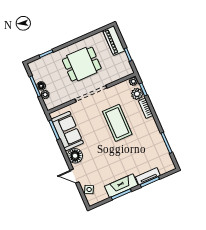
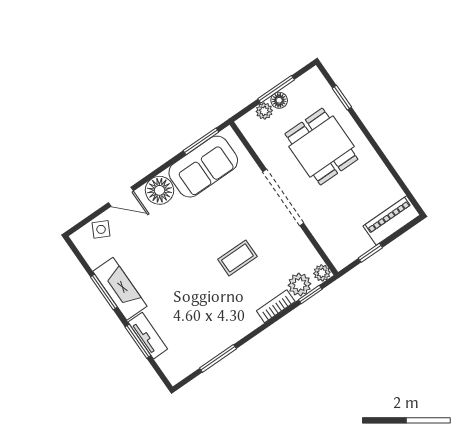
dining table: (82, 64) -> (321, 147), moved
coffee table: (117, 123) -> (237, 258), width x0.54, depth x0.58
door: (74, 176) -> (121, 197), swing flipped

